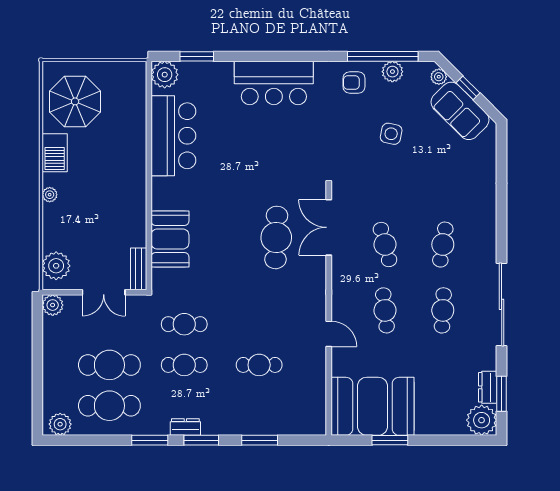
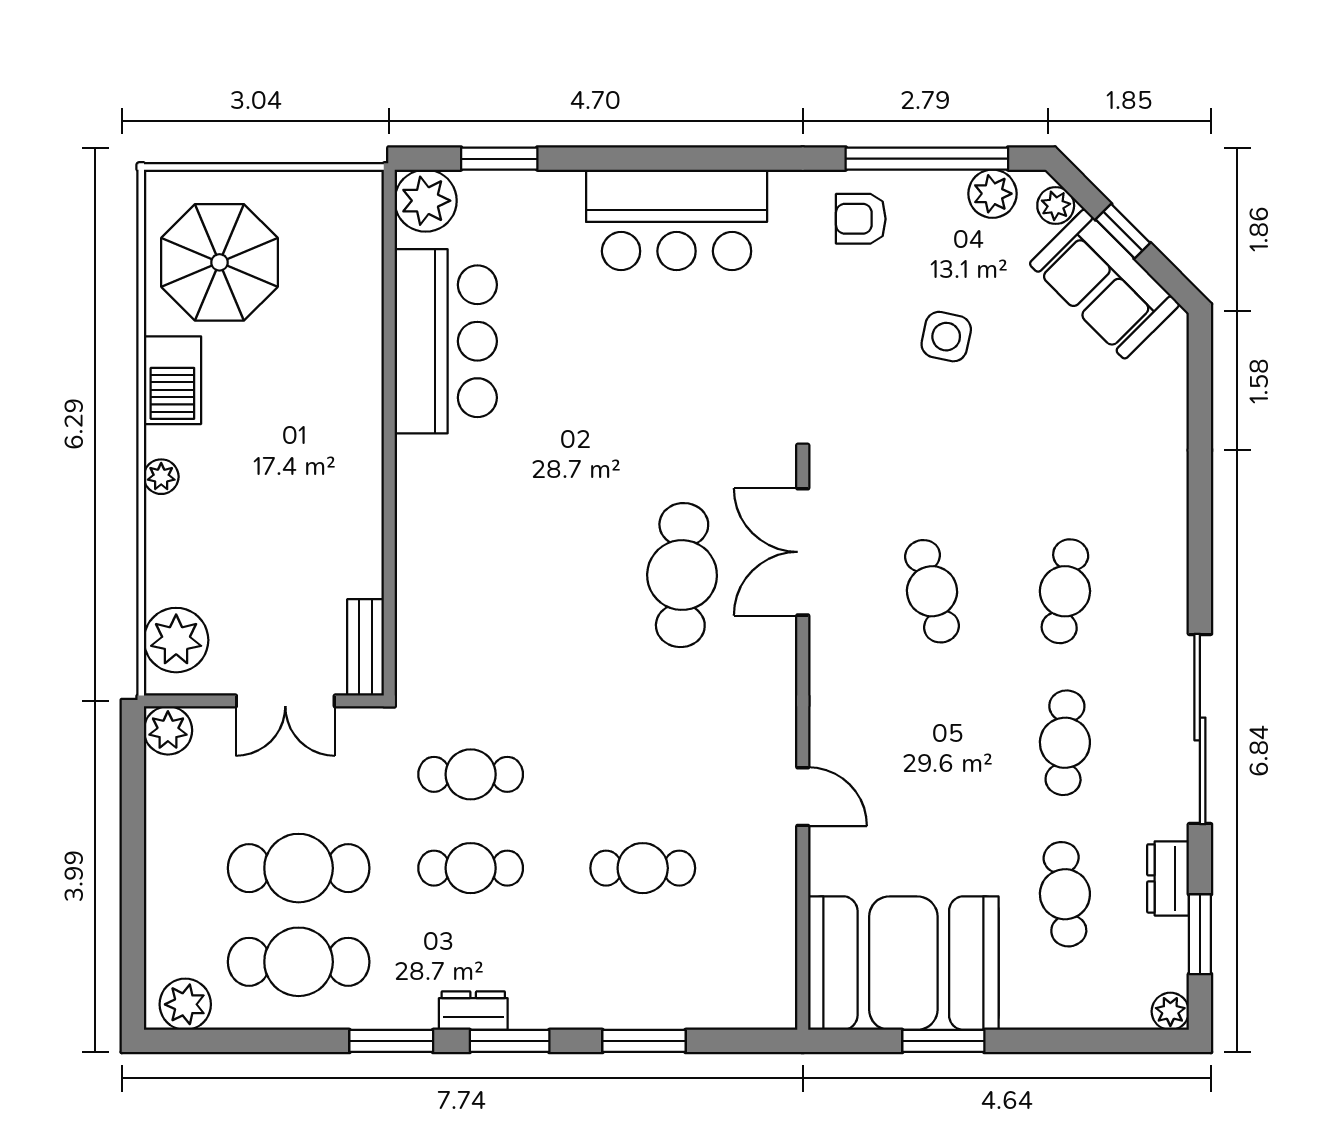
plant: (392, 72) -> (992, 194), moved
booth: (170, 239) -> (438, 579), removed
cafe table: (385, 310) -> (1065, 894), moved
dresser: (488, 387) -> (1168, 878), moved
plant: (482, 420) -> (1170, 1011), width x0.53, depth x0.53

